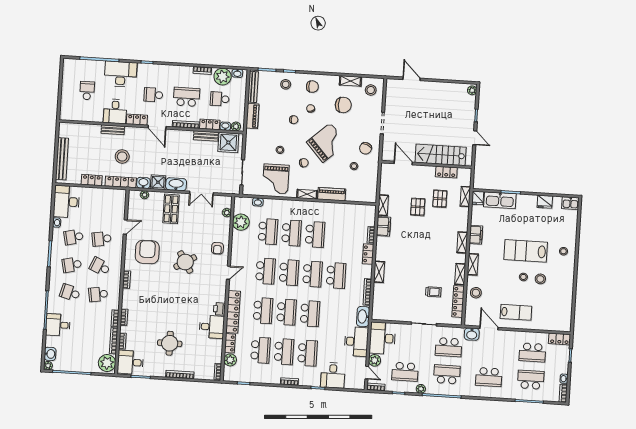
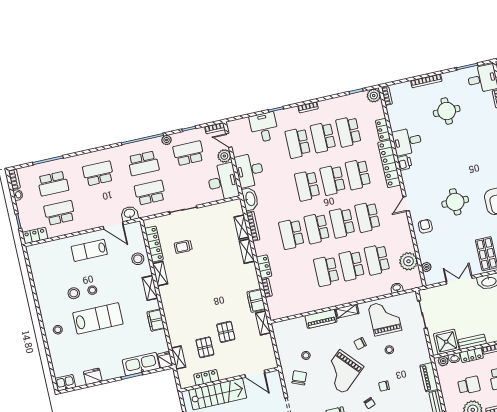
shelving: (462, 242) -> (242, 227), moved
round table: (185, 262) -> (455, 202), turned 31
plant: (230, 360) -> (374, 96), moved

